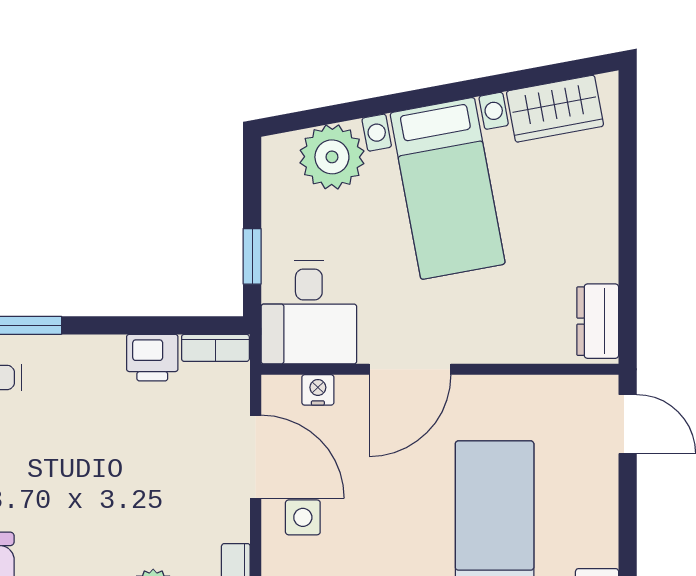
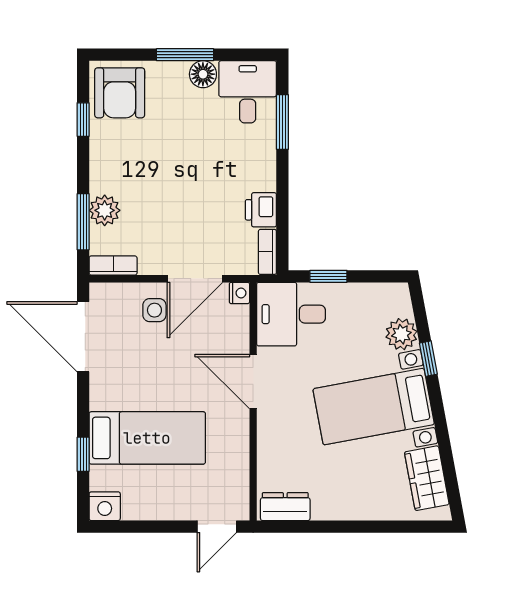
window: (376, 106) -> (428, 359), added
plant: (332, 157) -> (401, 334), width x0.73, depth x0.73
nightstand: (318, 390) -> (239, 293), moved

